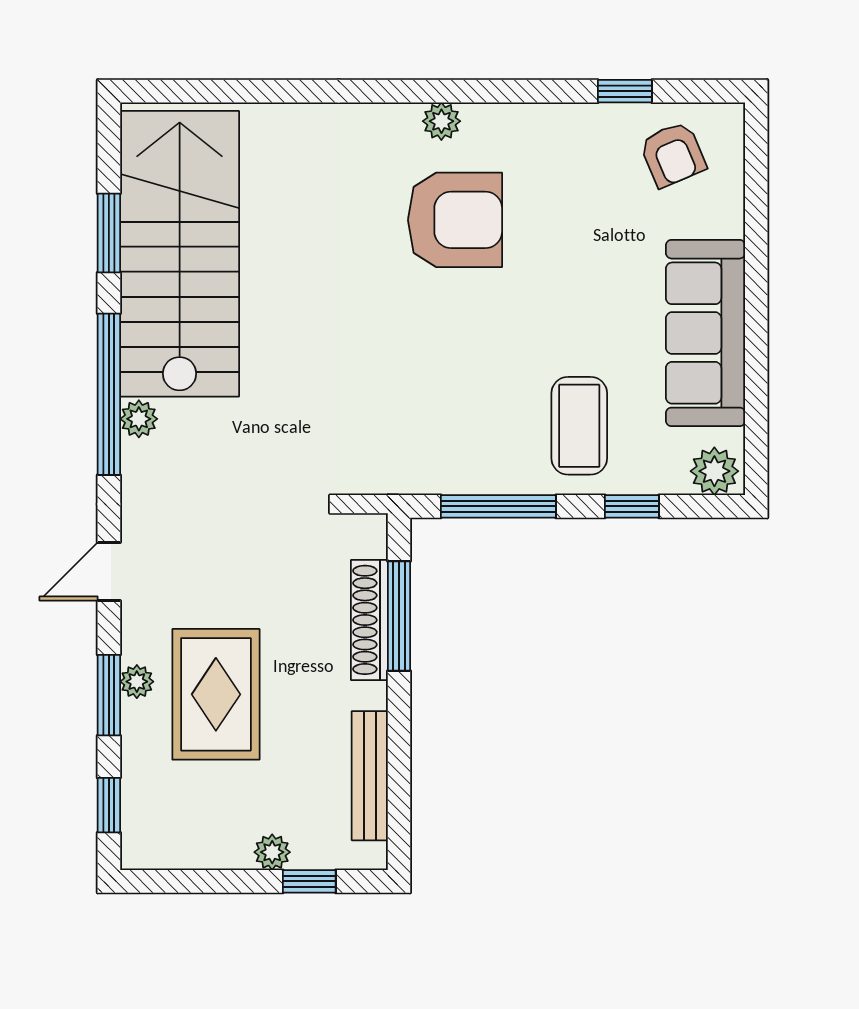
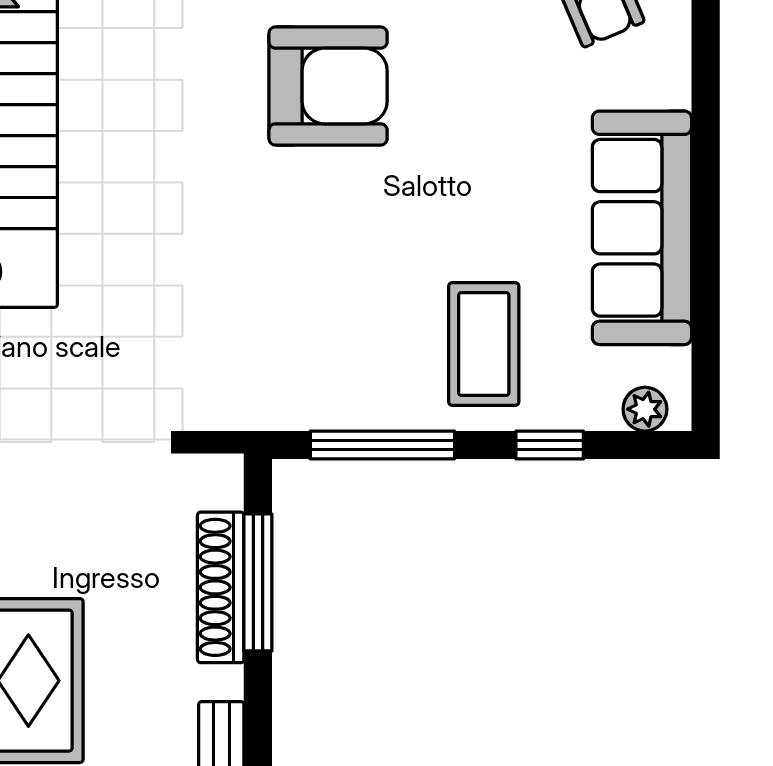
plant: (714, 471) -> (645, 409), width x0.73, depth x0.73

